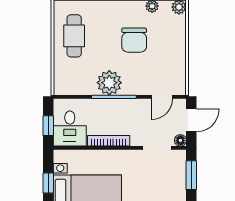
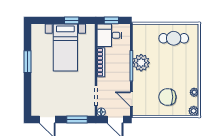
chair: (134, 40) -> (167, 97), moved

